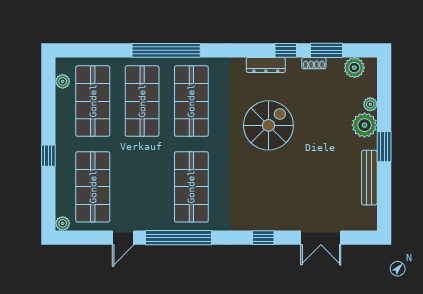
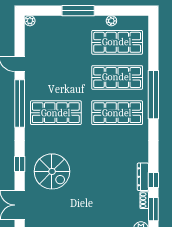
dresser: (266, 65) -> (143, 177), moved
plant: (63, 81) -> (111, 21), moved
spiral stairs: (268, 125) -> (52, 171), moved
window: (48, 156) -> (78, 11), width x2.17
shop shelf: (93, 187) -> (56, 42), removed

